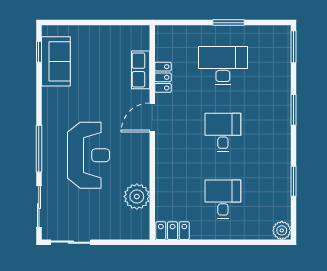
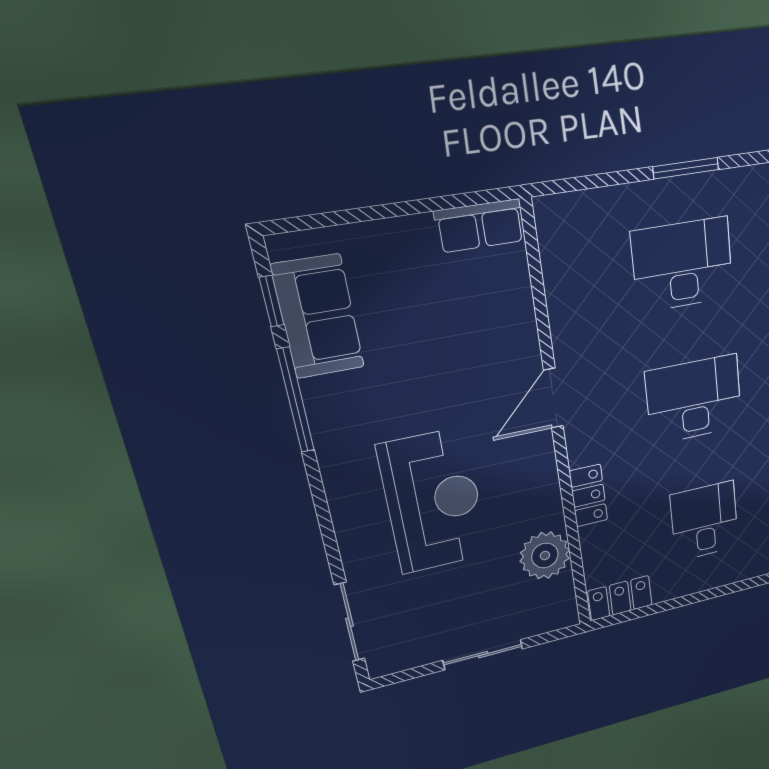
row of seats: (141, 70) -> (480, 226), moved, turned -90
locker: (163, 77) -> (589, 496), moved
desk: (223, 132) -> (694, 399), width x1.37
window: (39, 149) -> (296, 400), moved
sliding door: (71, 242) -> (483, 655), moved

